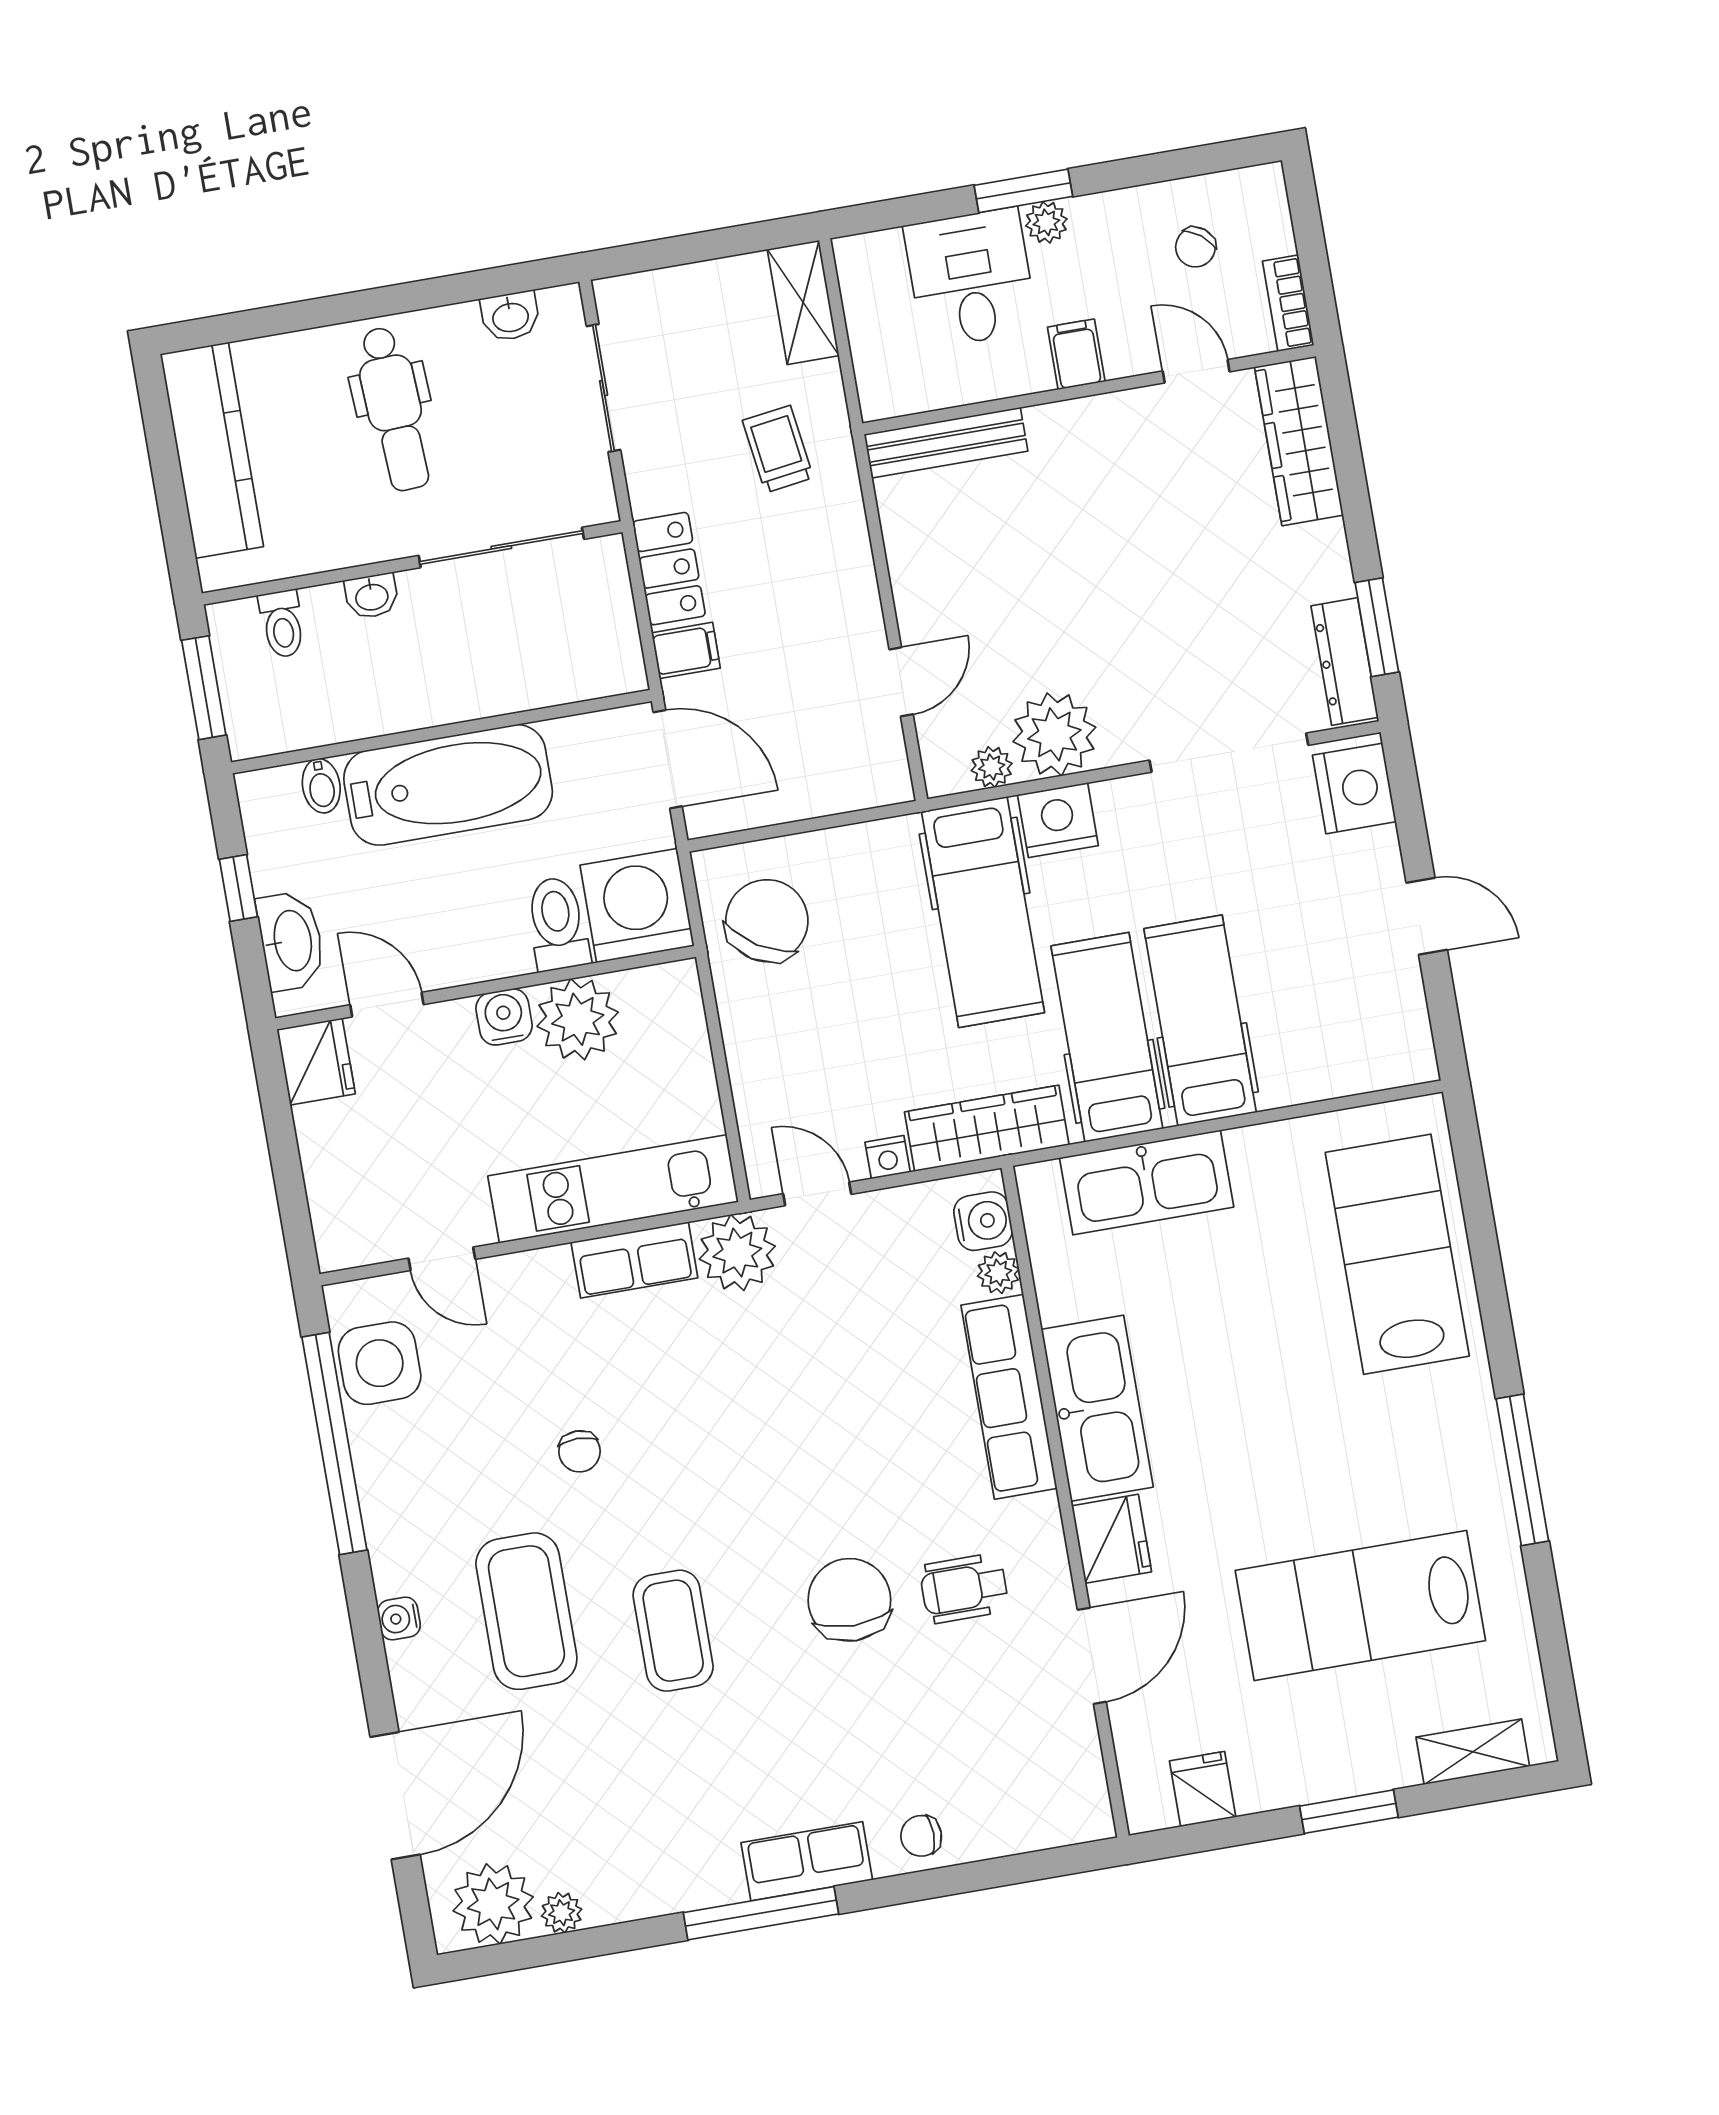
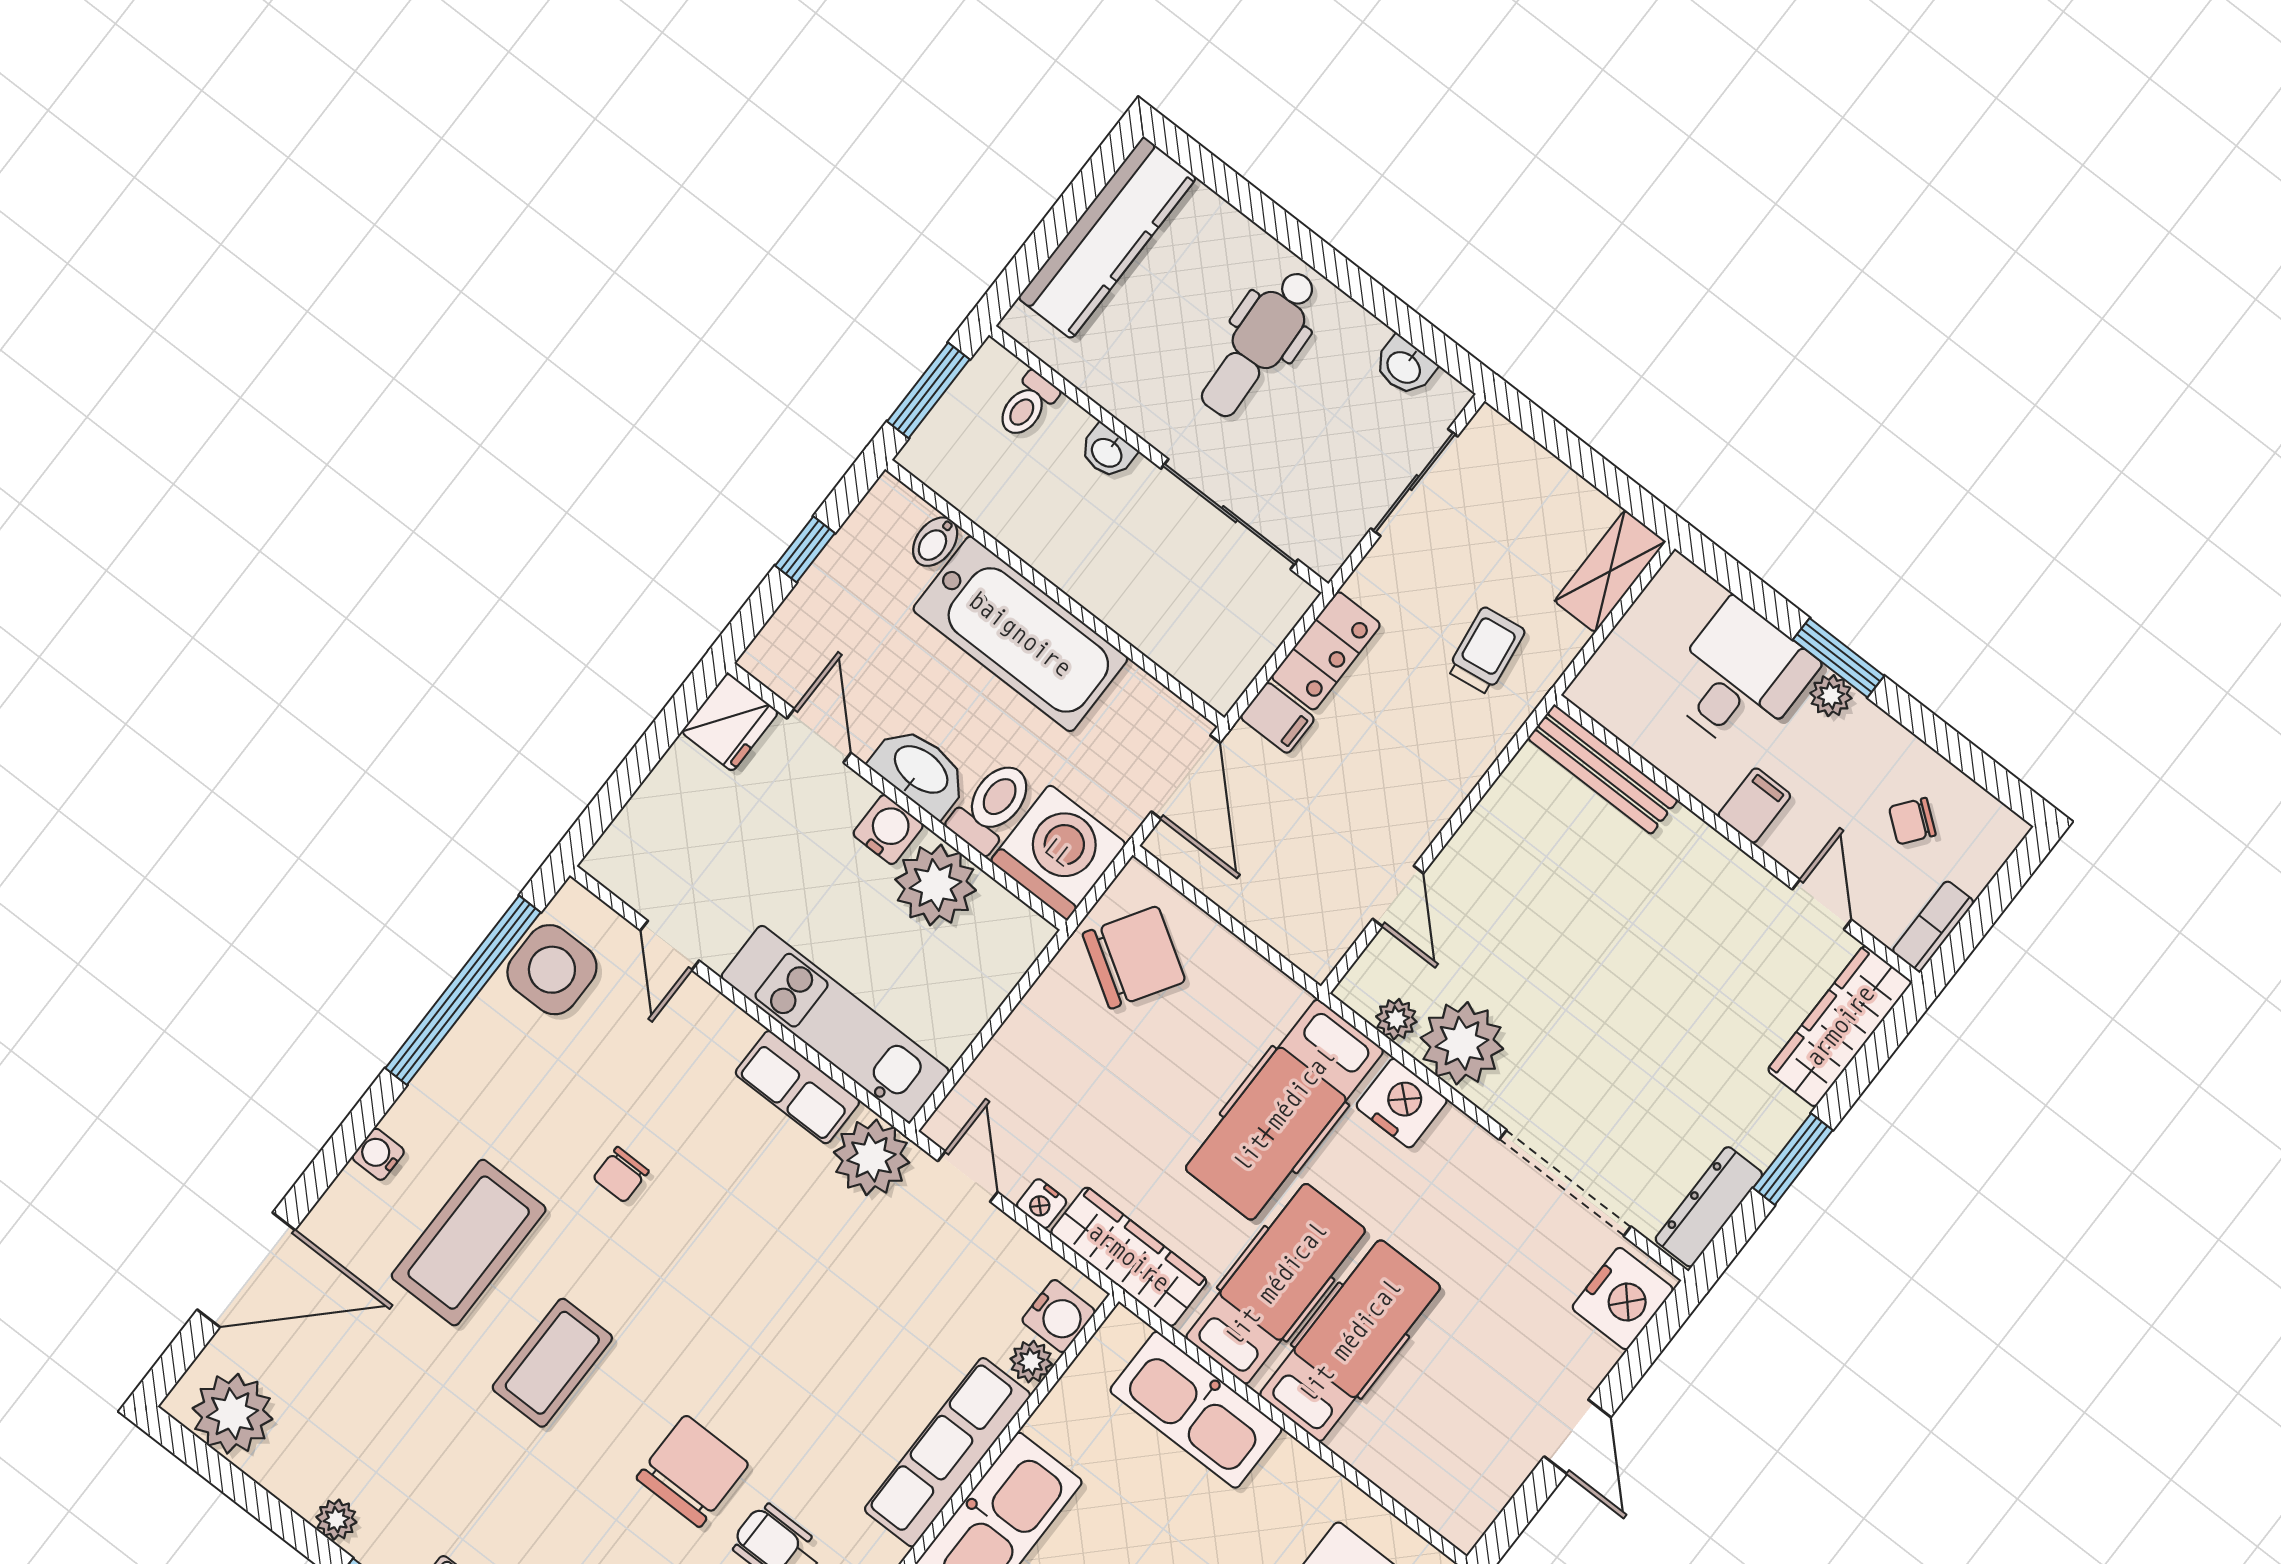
window: (1377, 627) -> (1793, 1159), moved
door: (901, 682) -> (1398, 896), hinge flipped
washbasin: (291, 941) -> (920, 771), moved, turned -90
plant: (562, 1913) -> (336, 1520), moved

